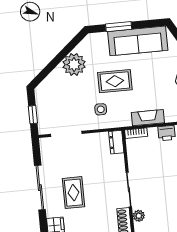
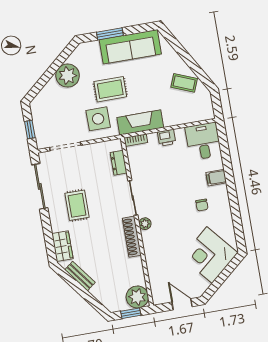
side table: (101, 109) -> (98, 119), width x1.87, depth x1.87
fireplace: (148, 118) -> (140, 123), width x1.37, depth x1.32
dresser: (116, 142) -> (118, 163), moved
sliding door: (40, 188) -> (40, 186), moved

